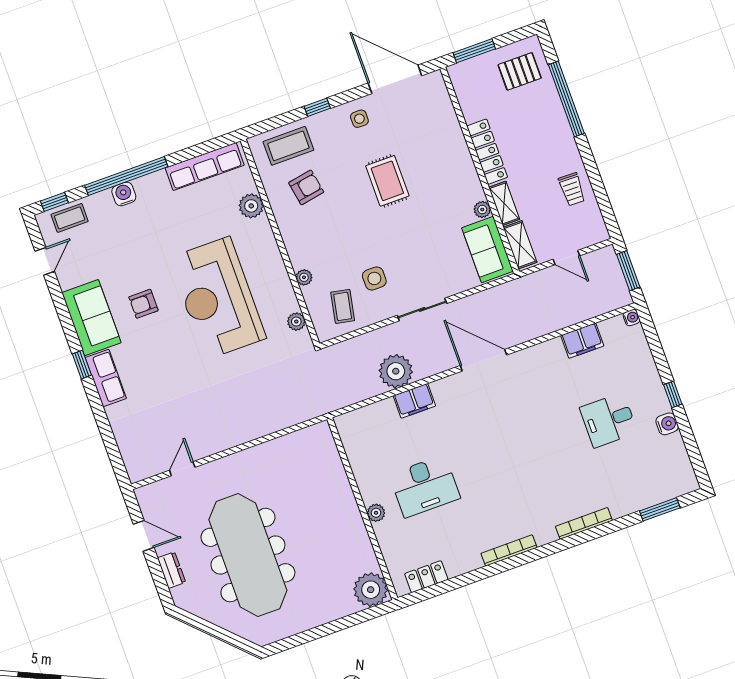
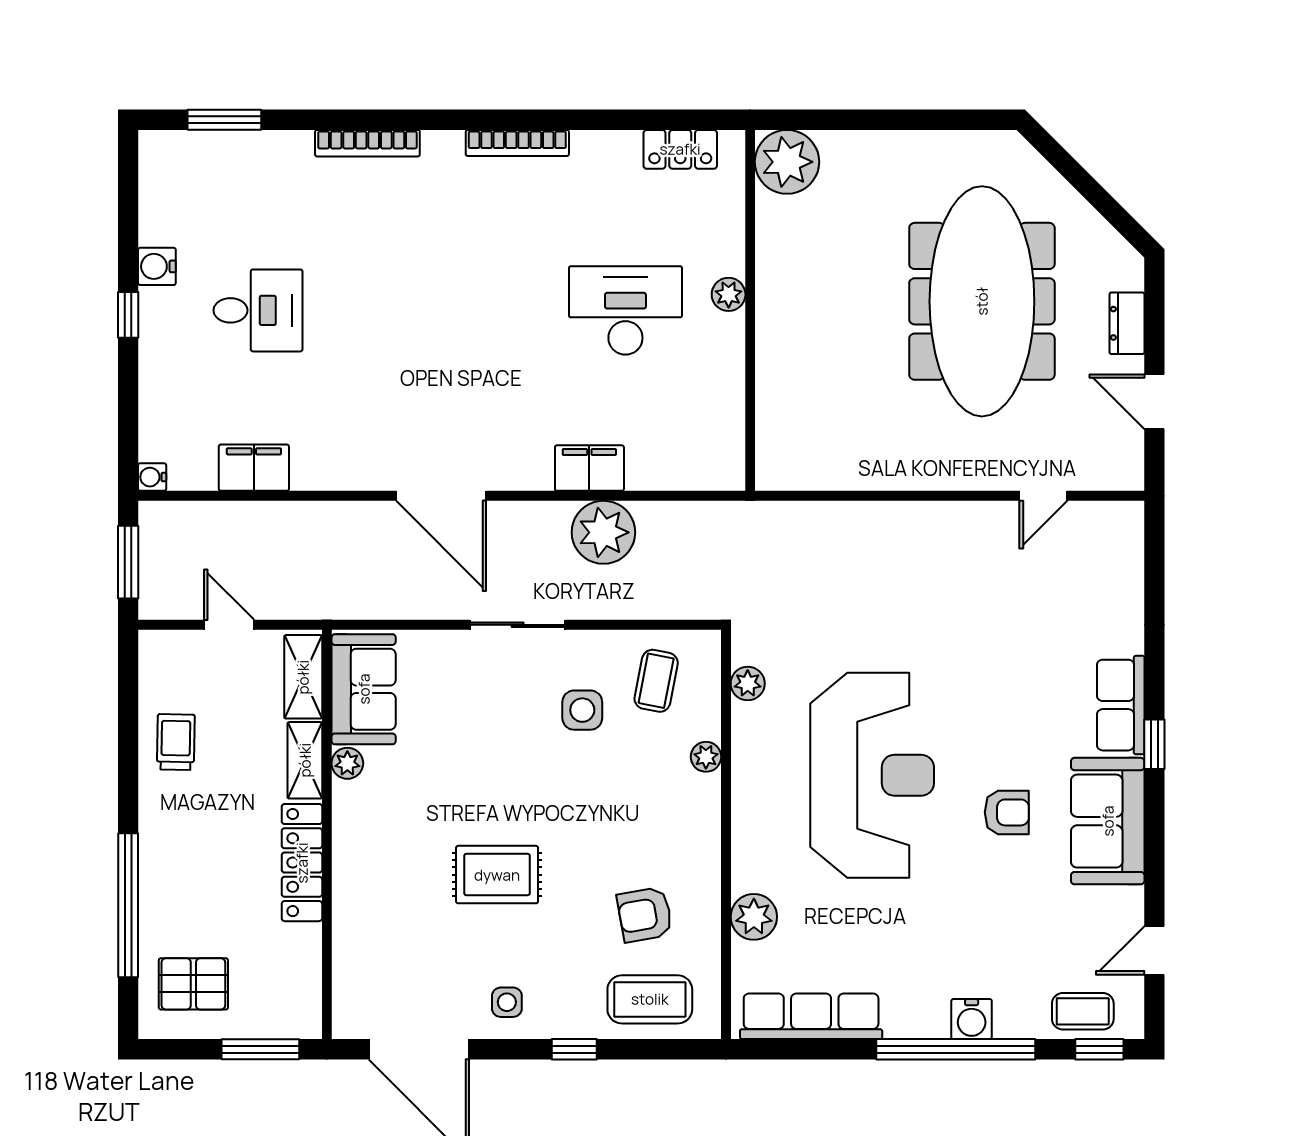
rug: (387, 181) -> (497, 875), turned 90

